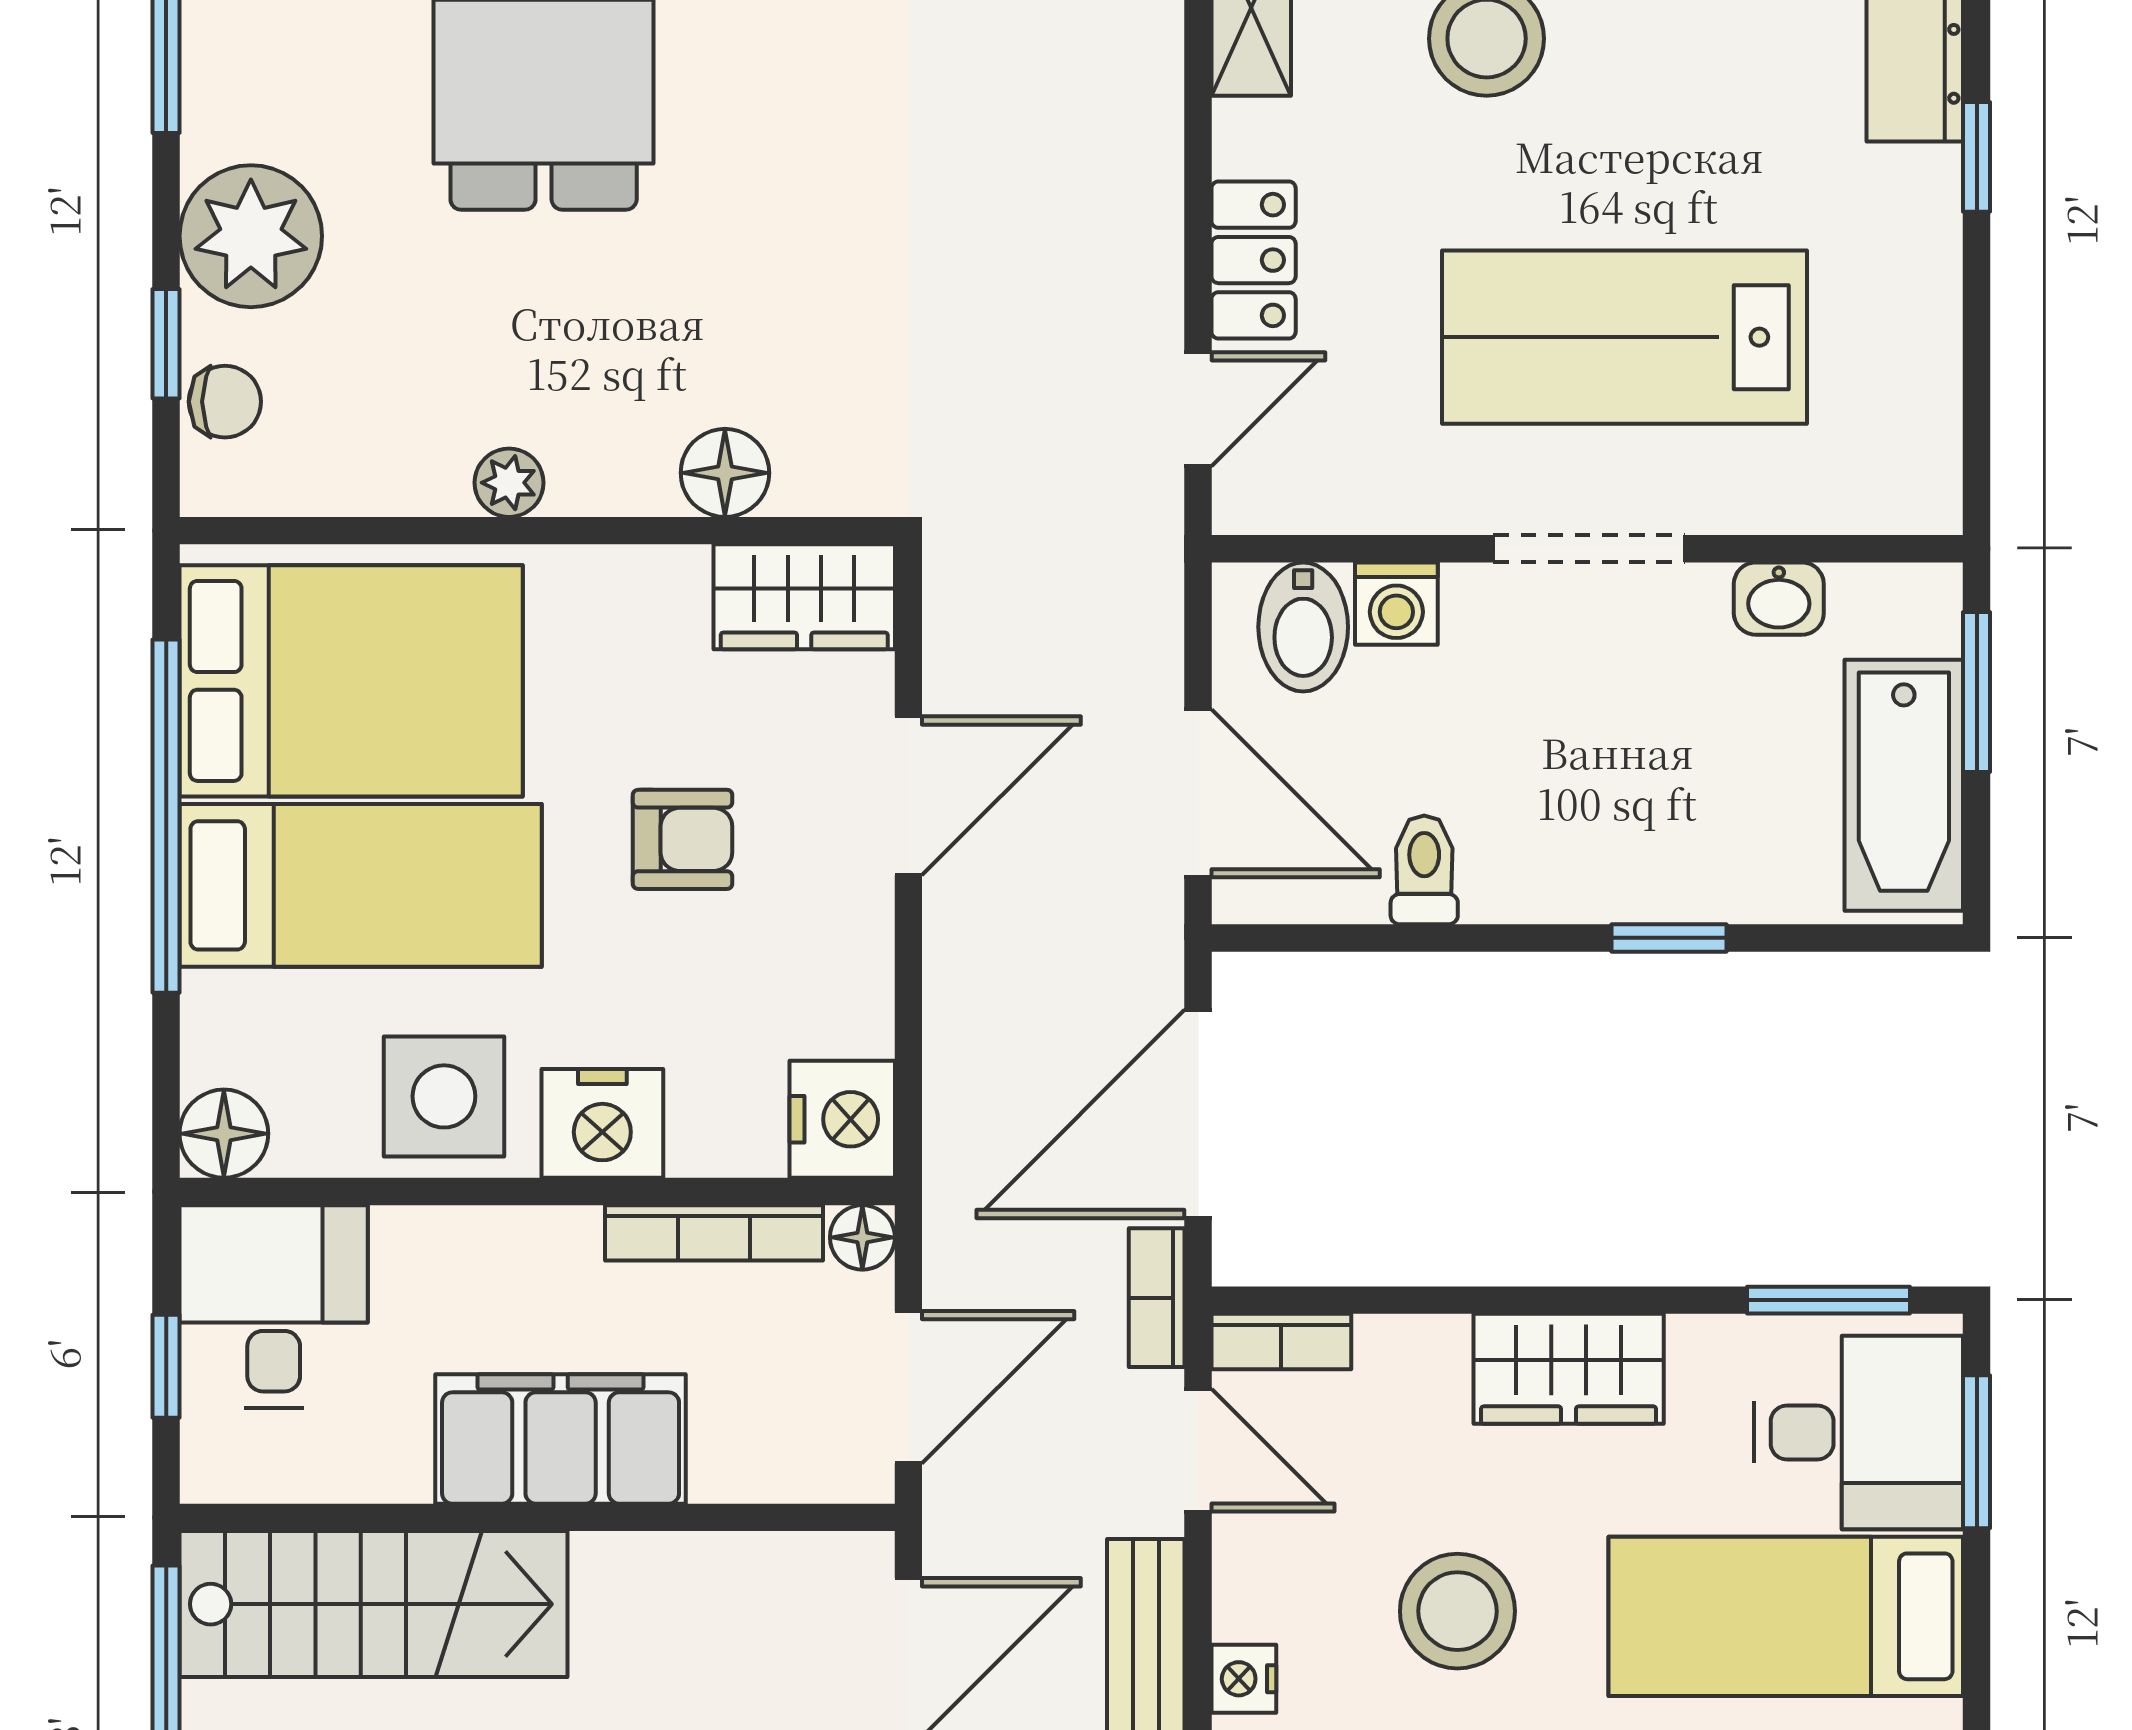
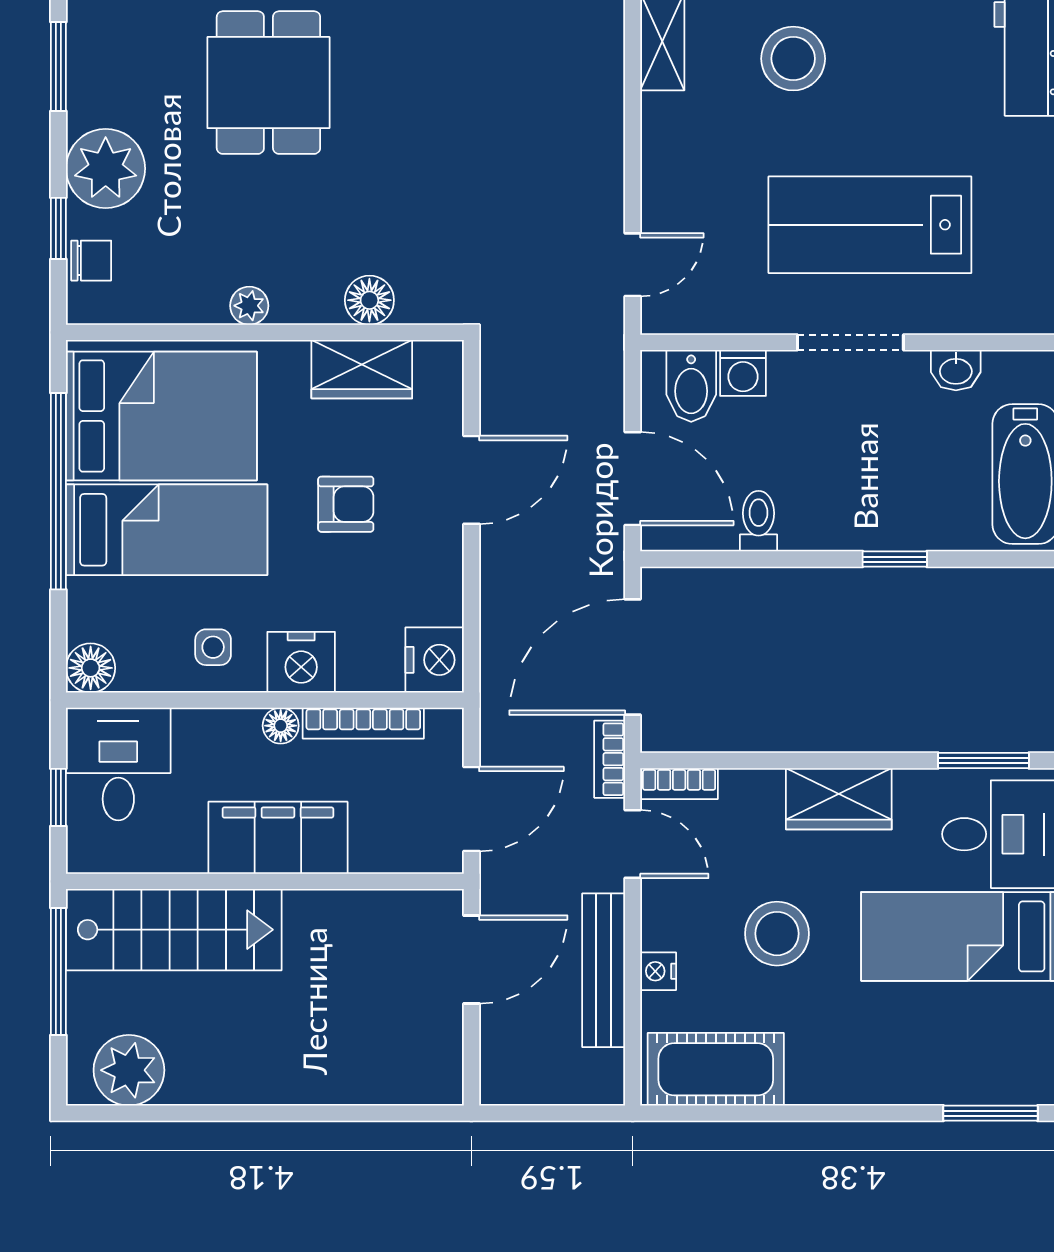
locker: (1254, 260) -> (664, 182), removed
wardrobe: (804, 597) -> (362, 369), moved
side table: (444, 1096) -> (213, 647), width x0.54, depth x0.54
floor lamp: (862, 1237) -> (281, 726), moved

